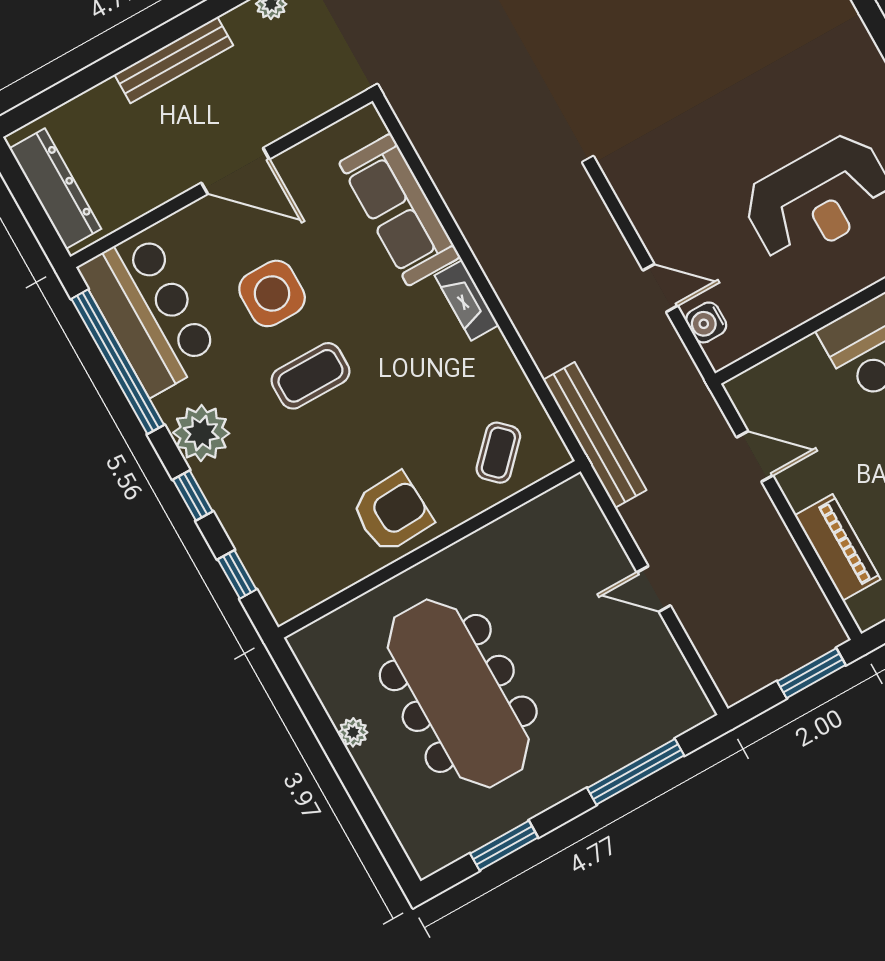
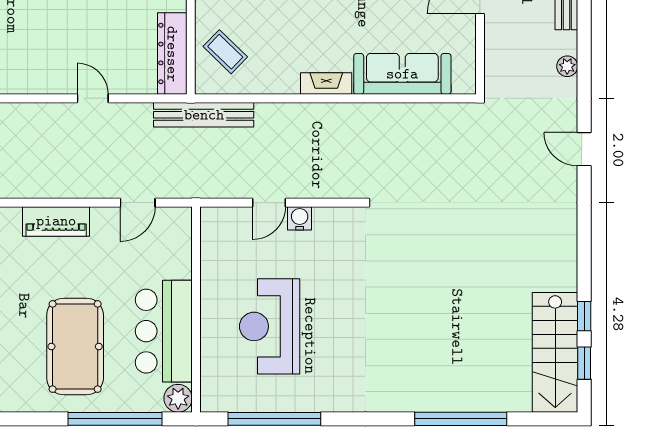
water cooler: (706, 322) -> (300, 218), moved
dresser: (539, 519) -> (172, 54), added
door: (654, 589) -> (93, 98), hinge flipped

